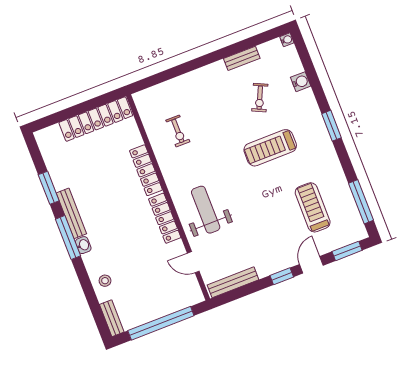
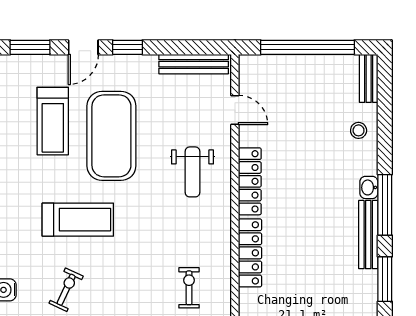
weight bench: (206, 210) -> (192, 172), width x0.73, depth x0.75
exercise mat: (269, 213) -> (111, 136), added

